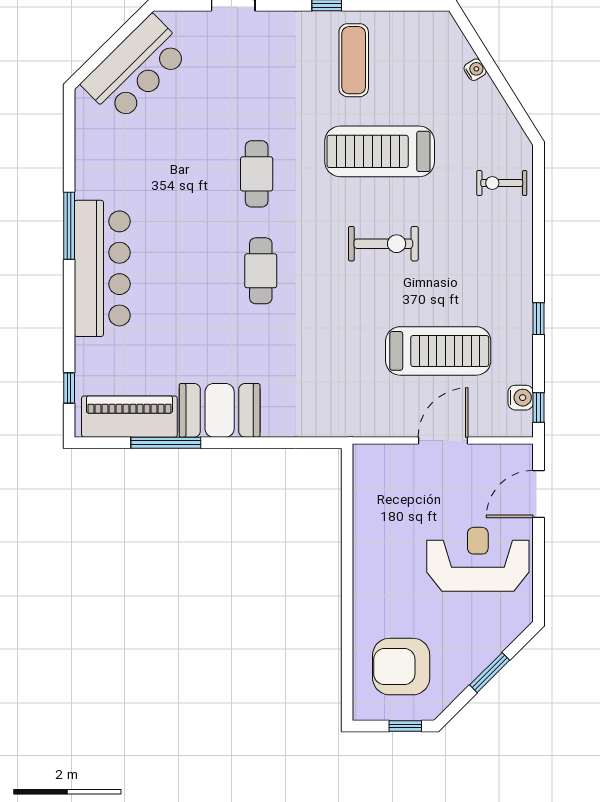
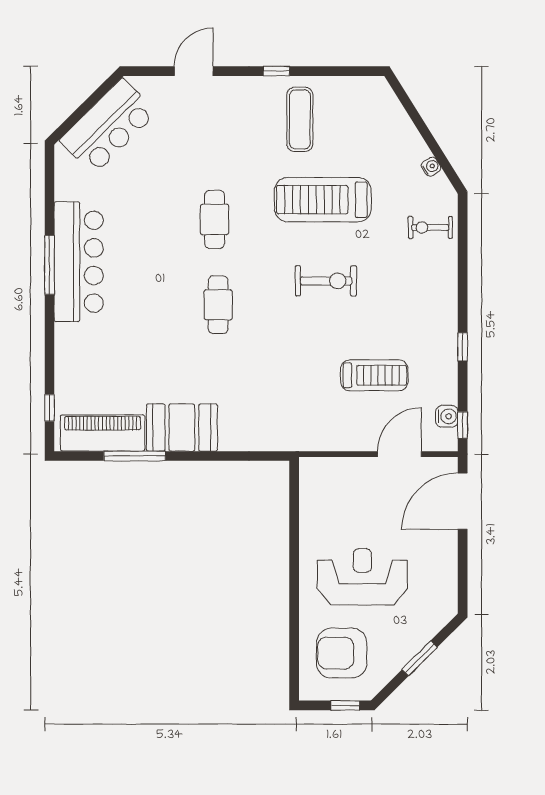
water cooler: (475, 70) -> (431, 167), moved
bar counter: (102, 268) -> (79, 262), moved
treadmill: (438, 351) -> (374, 375), width x0.73, depth x0.73
door: (443, 441) -> (400, 454), moved
door: (539, 494) -> (463, 501), width x1.36
reception desk: (478, 559) -> (362, 577), moved

